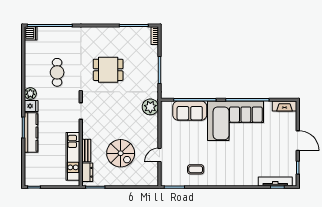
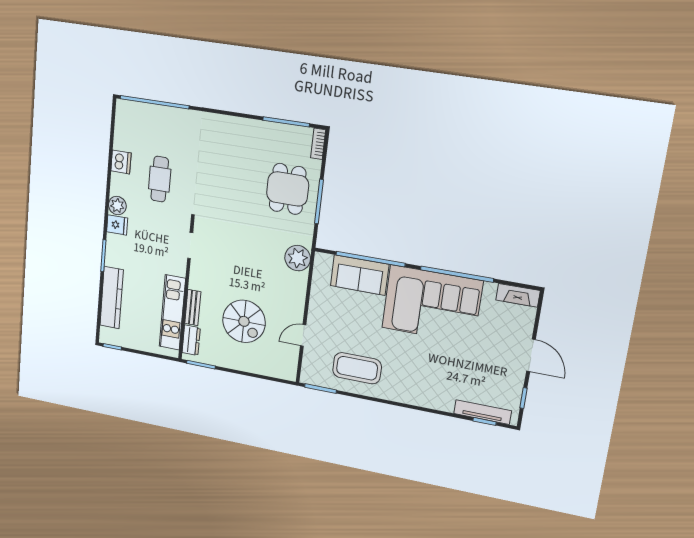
dishwasher: (31, 33) -> (121, 162), moved
dining table: (108, 70) -> (288, 189), moved, turned 90
kitchen counter: (31, 132) -> (112, 298), moved
coffee table: (196, 169) -> (357, 368), width x1.86, depth x1.72

